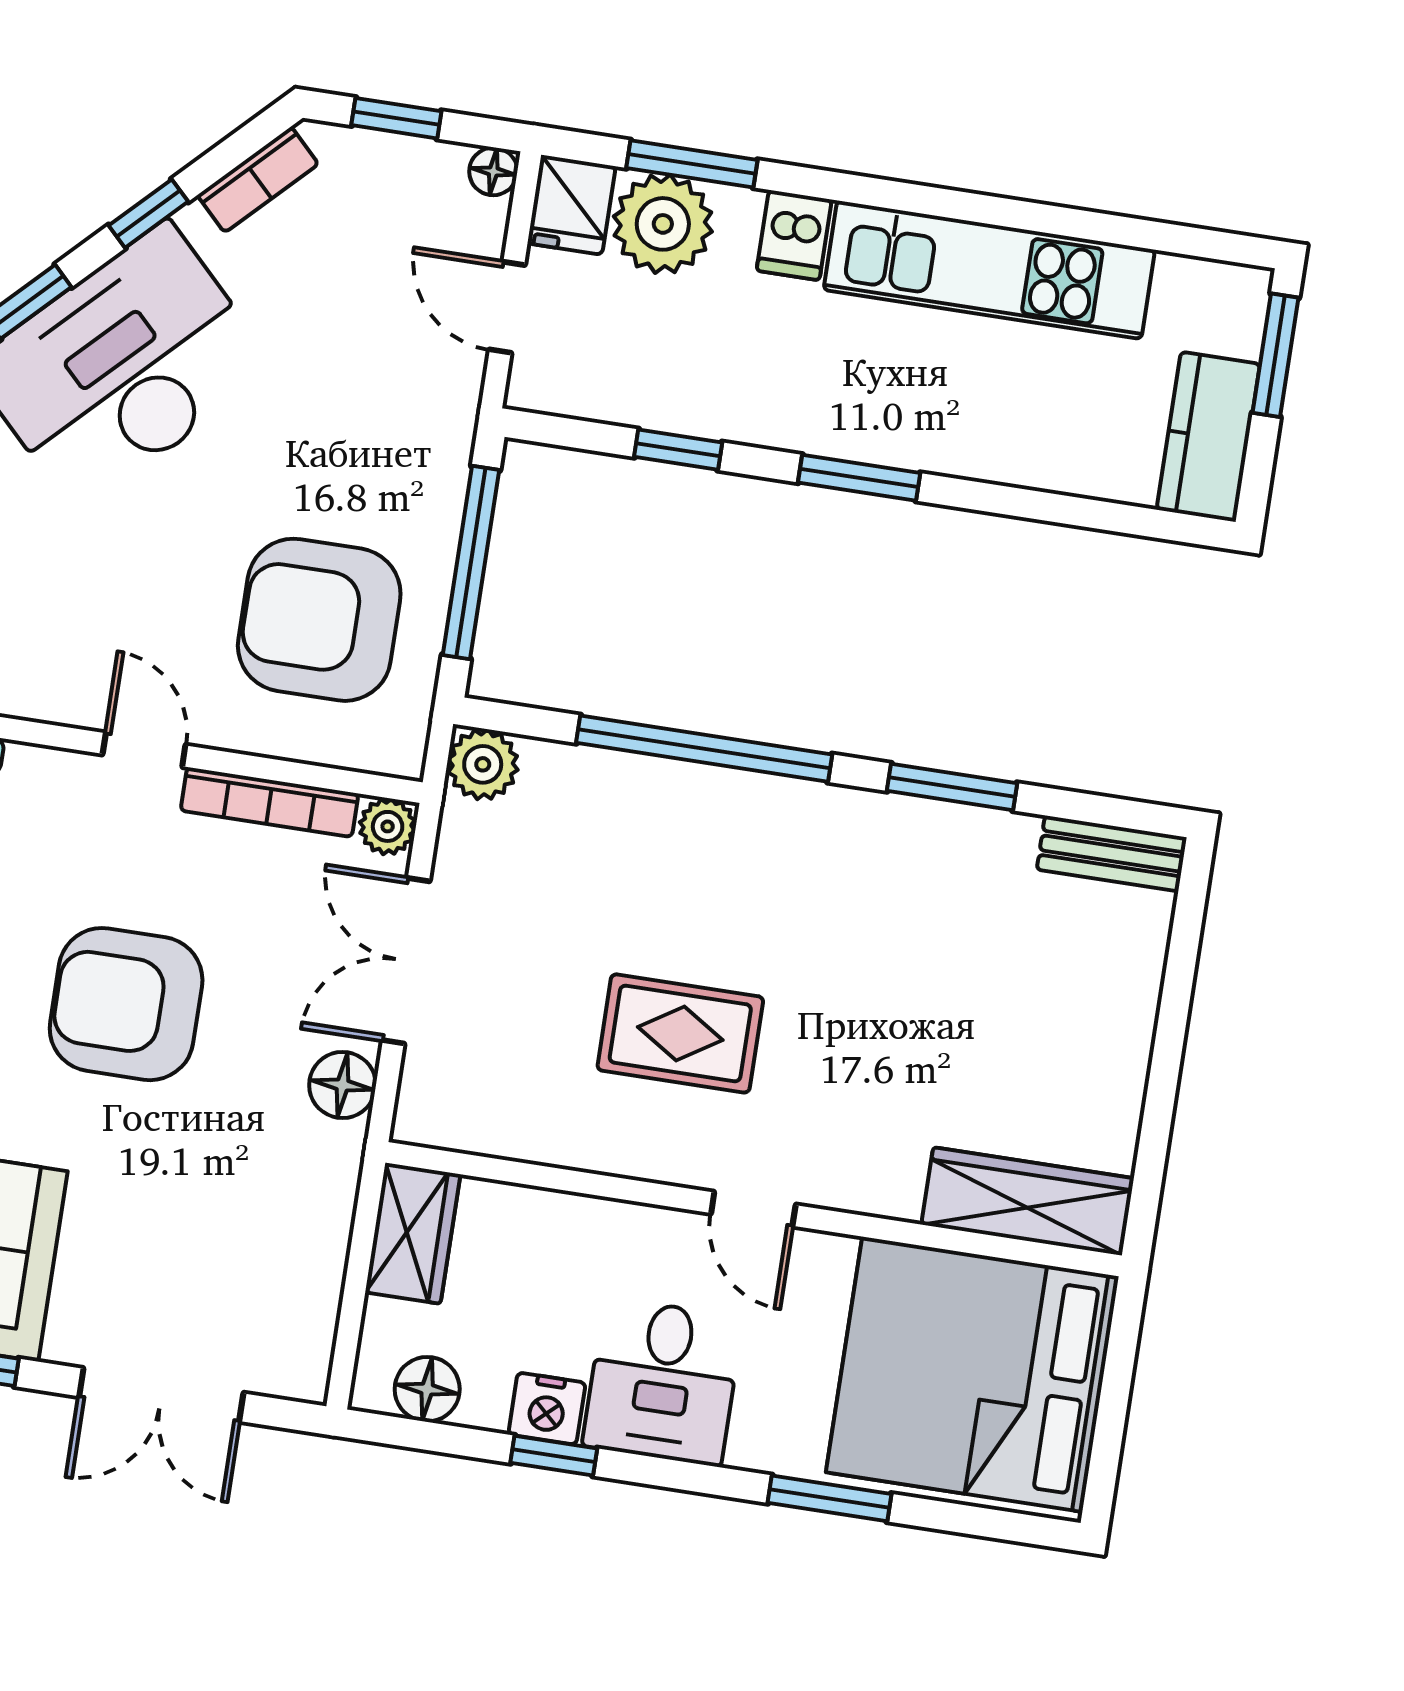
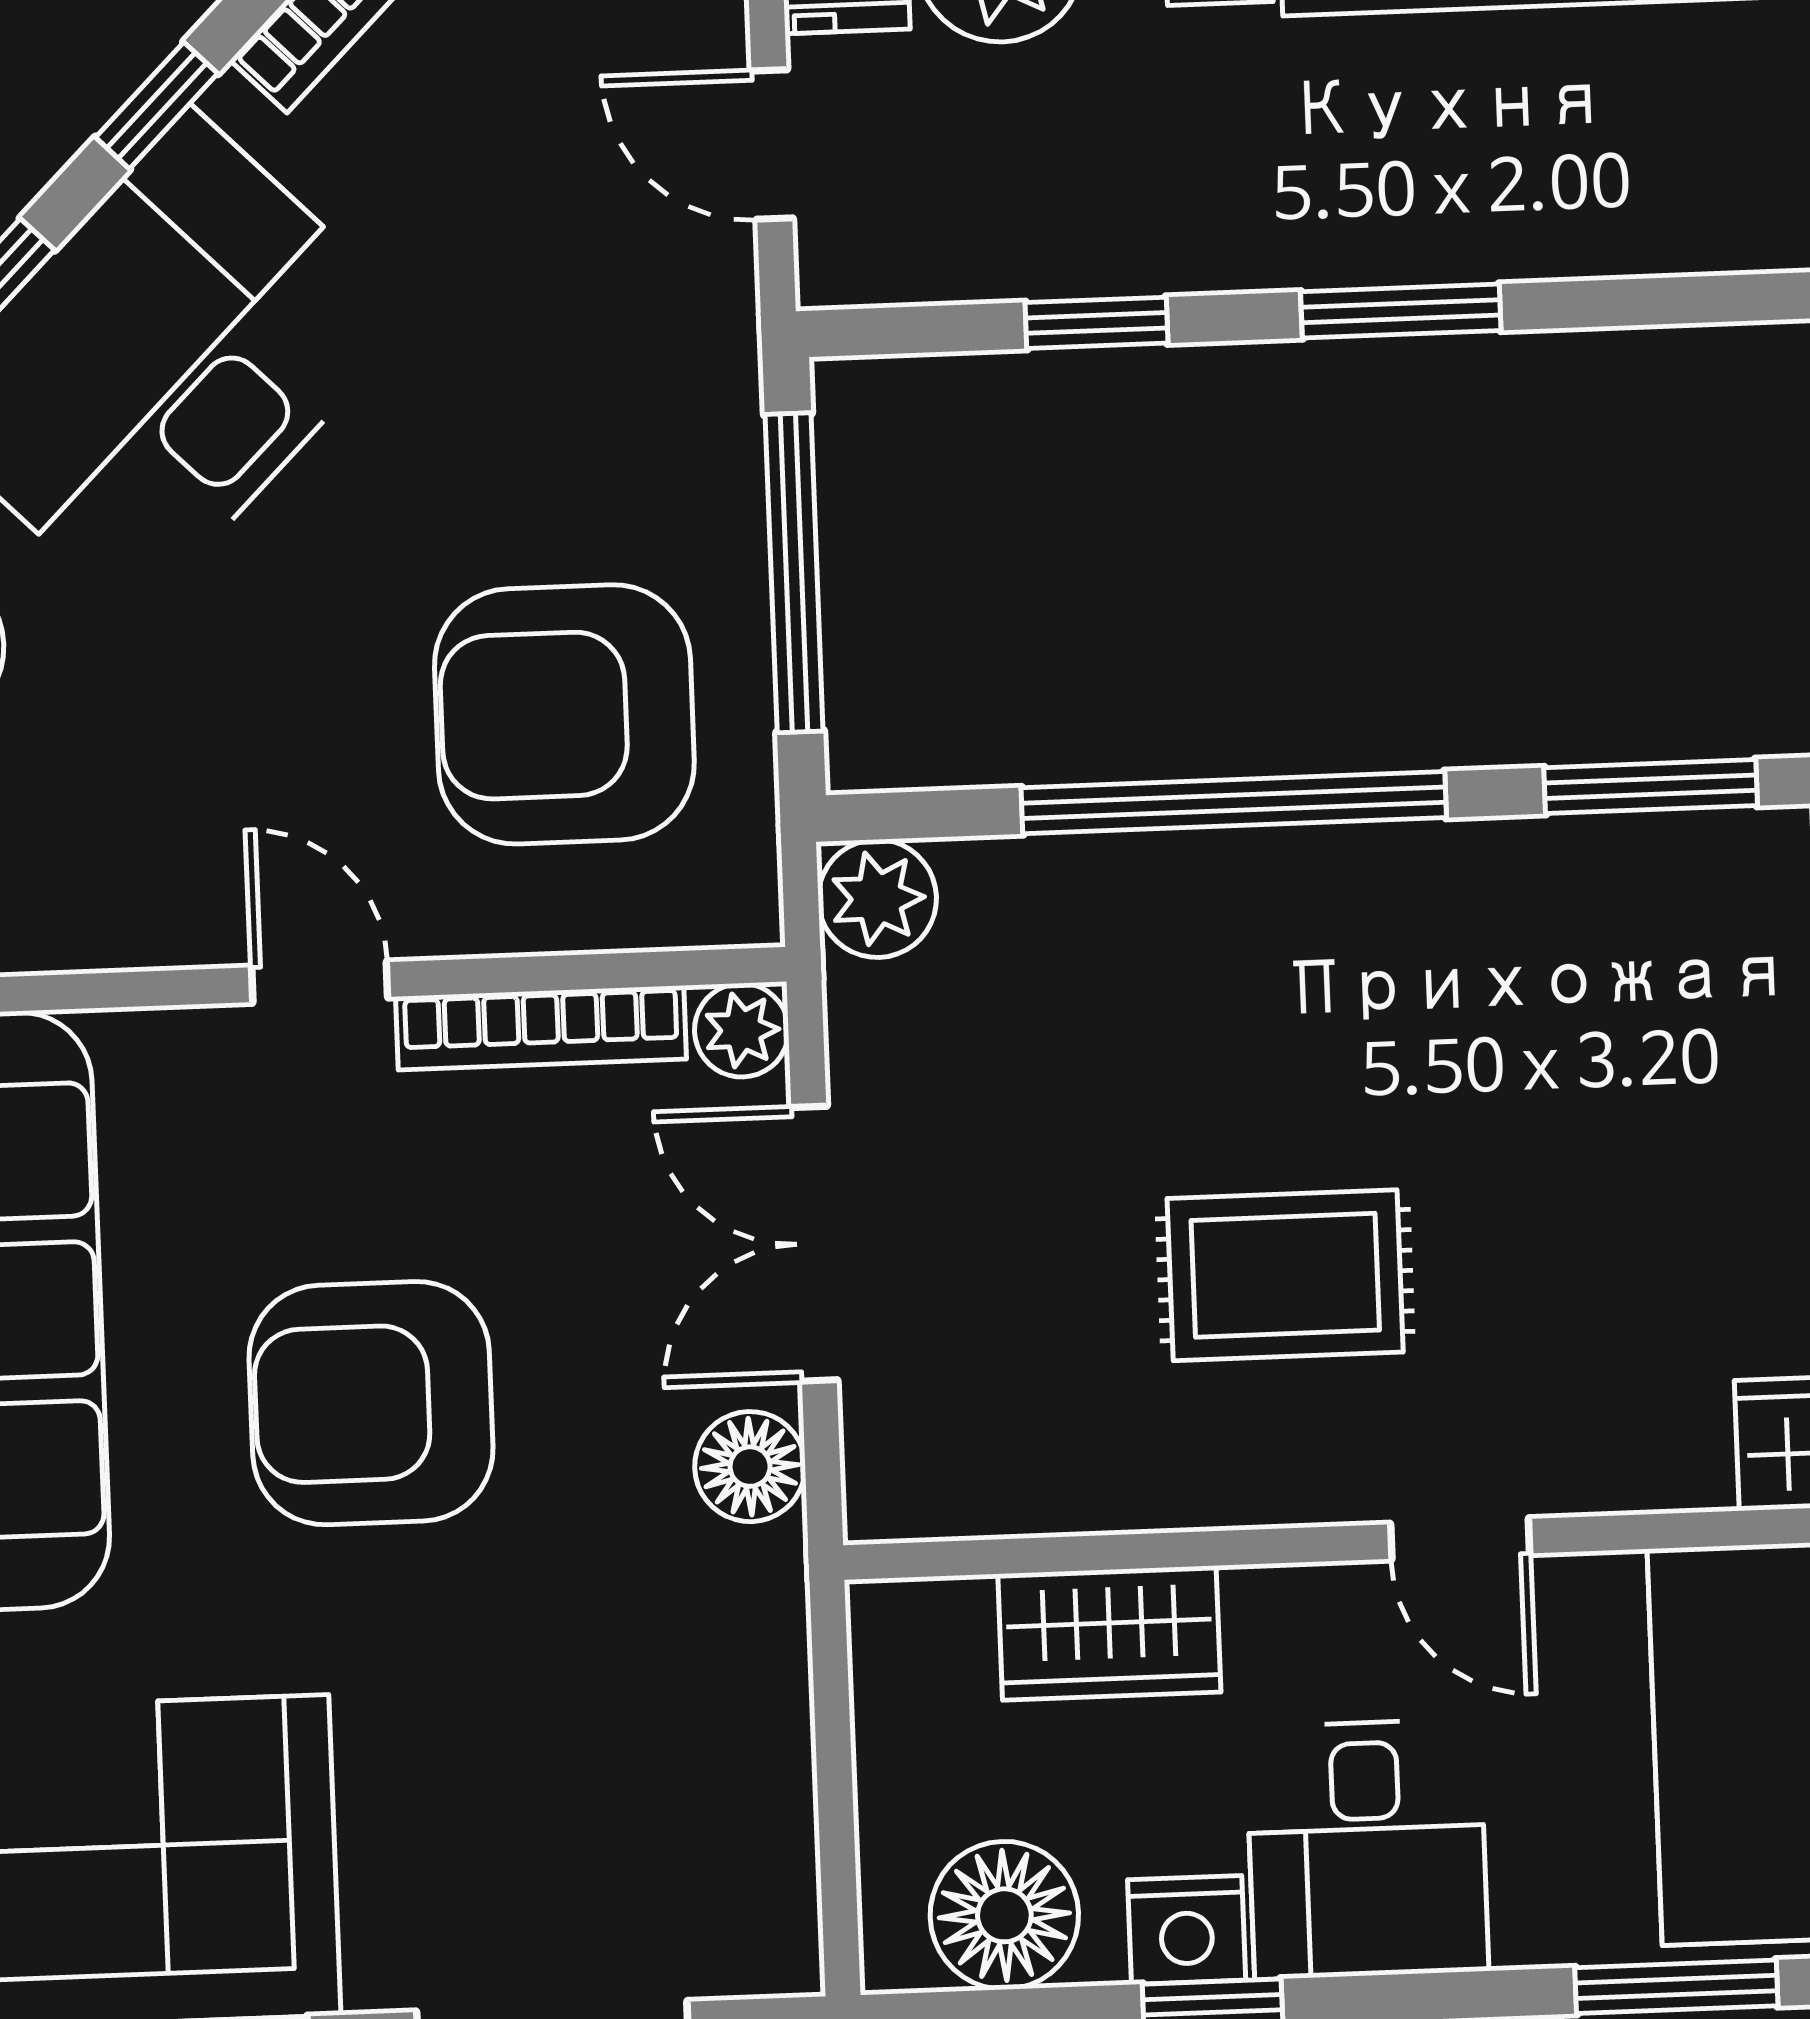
wardrobe: (413, 1233) -> (1109, 1633), moved, turned 90
floor lamp: (427, 1389) -> (1004, 1915), width x1.38, depth x1.38

